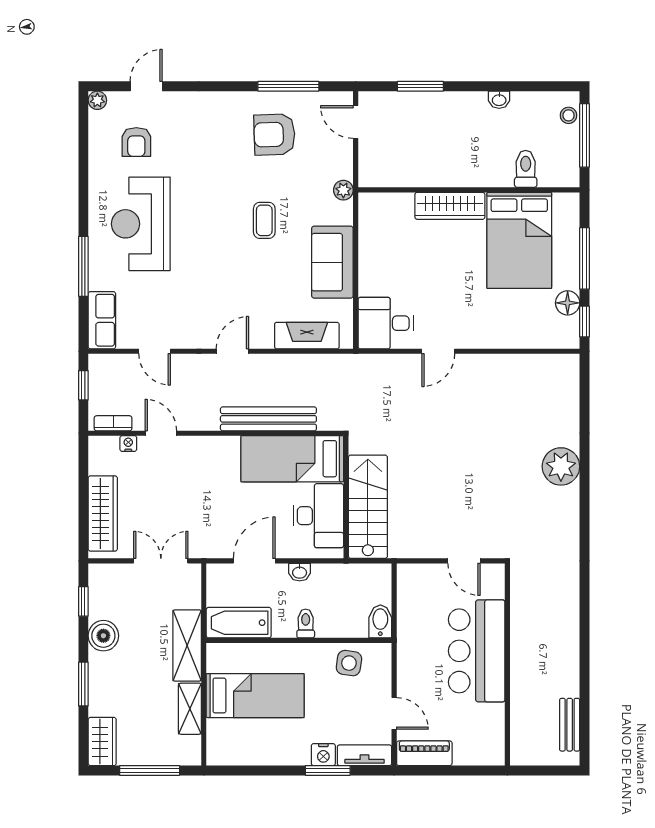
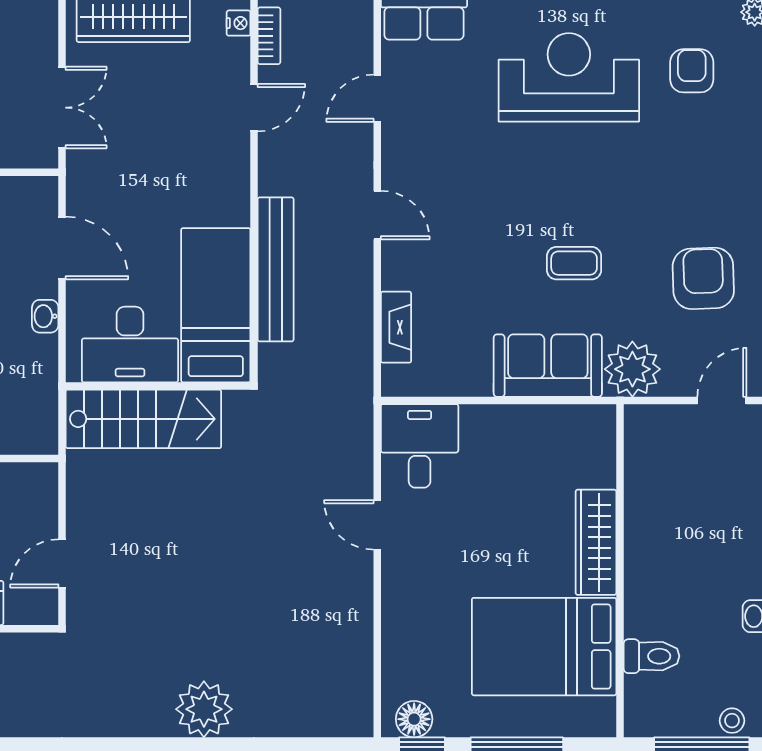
armchair: (136, 142) -> (692, 71), turned 90
plant: (343, 190) -> (632, 369), width x1.88, depth x1.88
sofa: (332, 262) -> (548, 366), moved
floor lamp: (568, 303) -> (414, 719), moved
fireplace: (307, 336) -> (396, 327), width x0.73, depth x0.76
nightstand: (128, 444) -> (239, 23), moved

